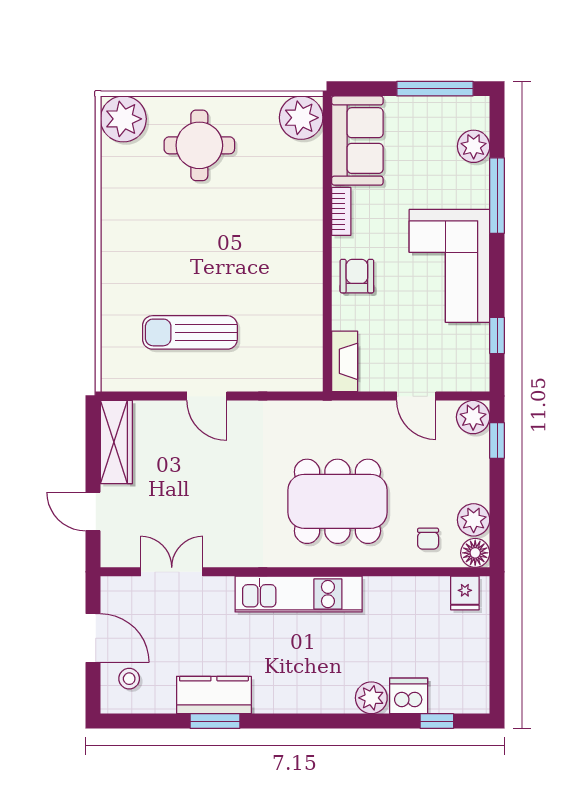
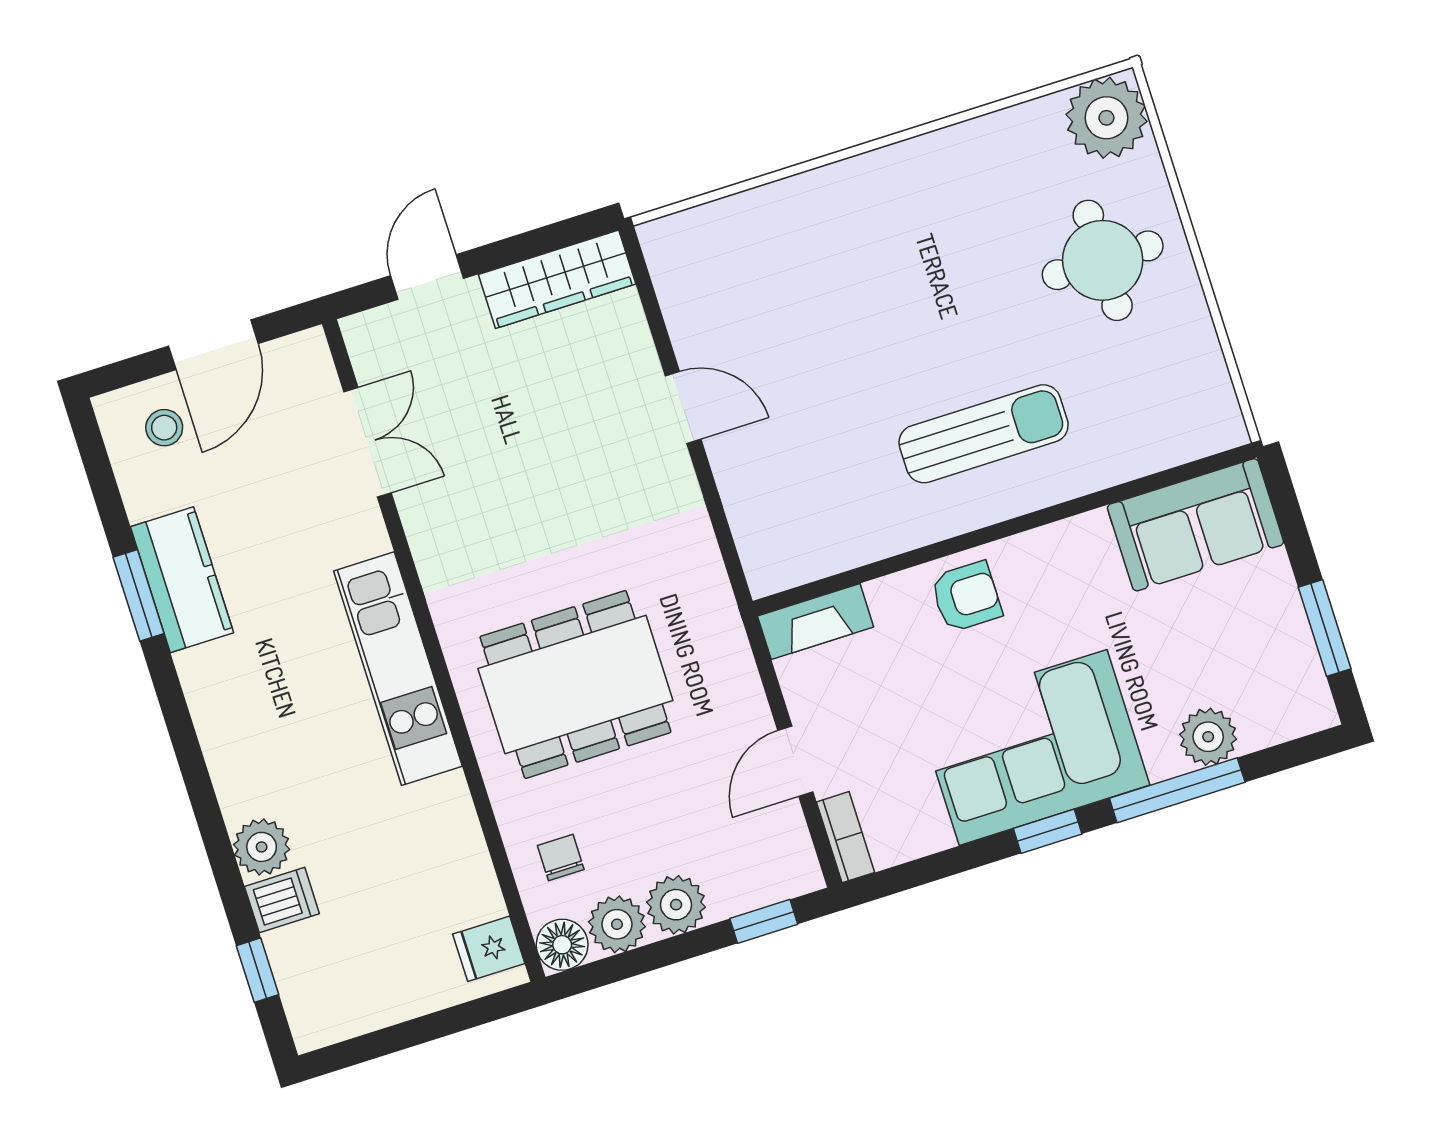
window: (435, 89) -> (1325, 628), width x0.69
plant: (301, 118) -> (1204, 417), removed
plant: (474, 146) -> (1208, 737), moved
bookcase: (341, 211) -> (845, 837), moved, turned -90
sun lounger: (190, 332) -> (984, 434), moved, turned 90
window: (497, 335) -> (1048, 831), moved
door: (207, 396) -> (683, 407), swing flipped
plant: (473, 417) -> (676, 905), moved
dining table: (337, 501) -> (575, 684), turned 90
chair: (428, 539) -> (561, 857), turned 90
dishwasher: (409, 696) -> (282, 900), width x0.73

